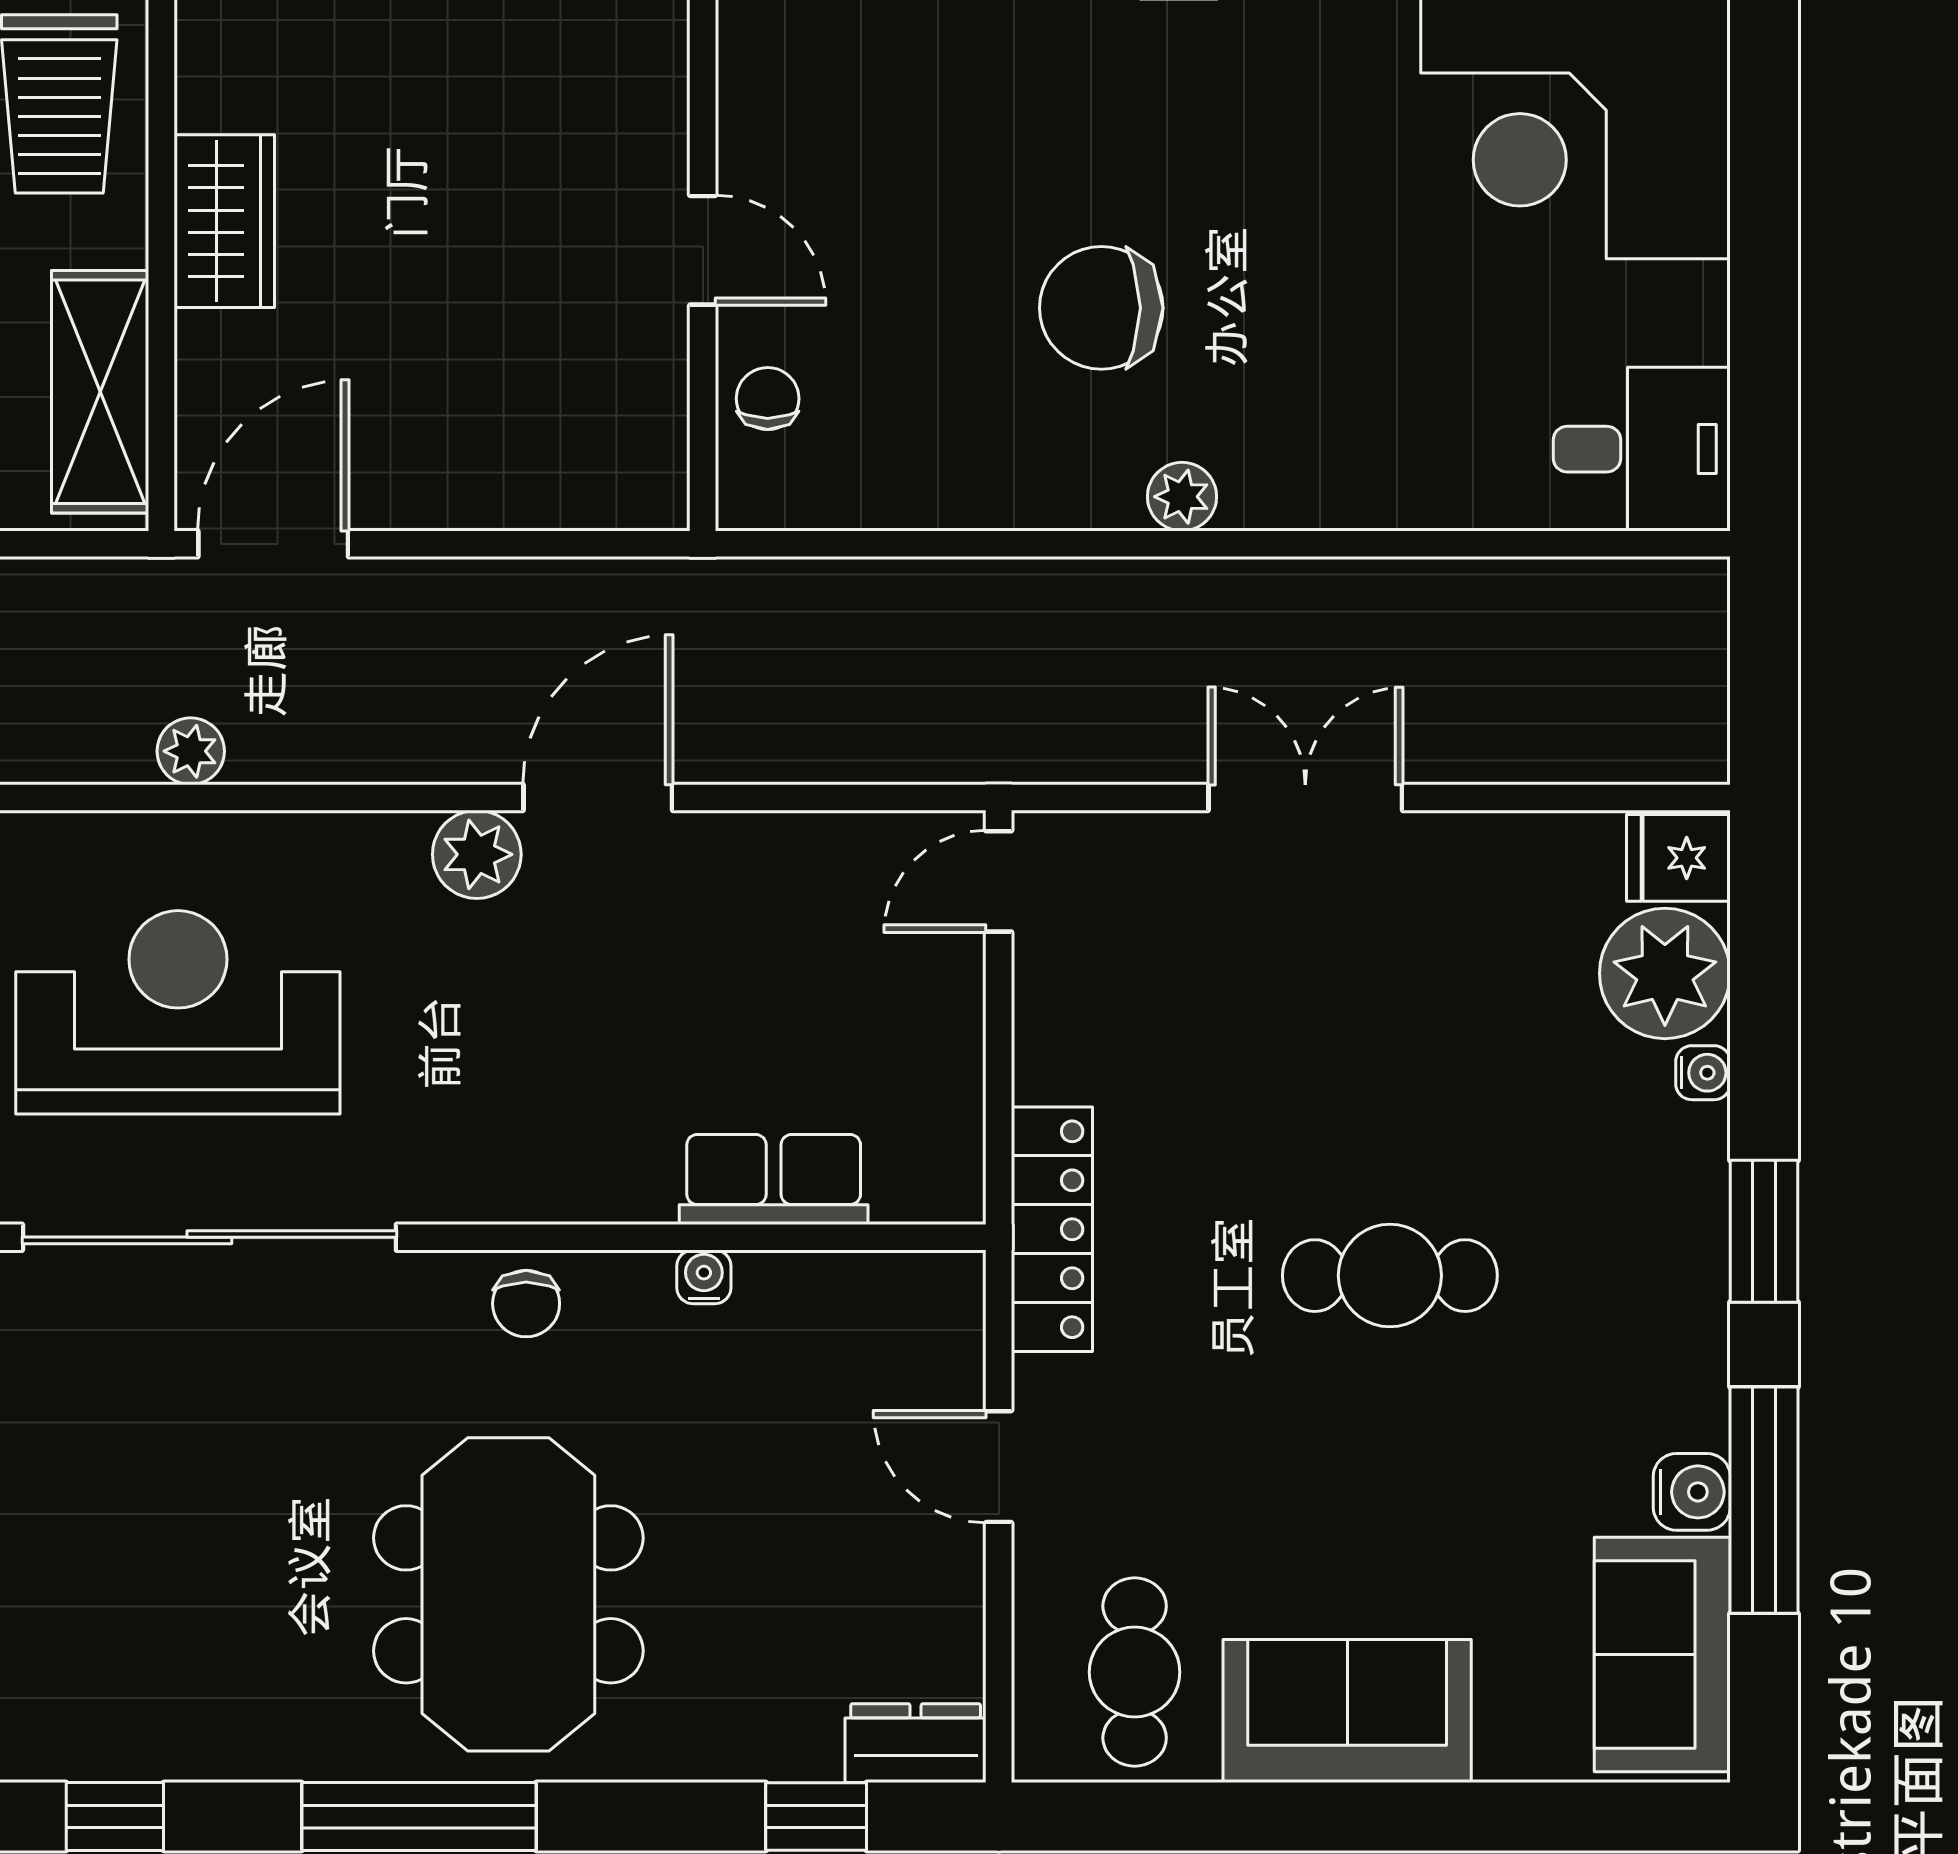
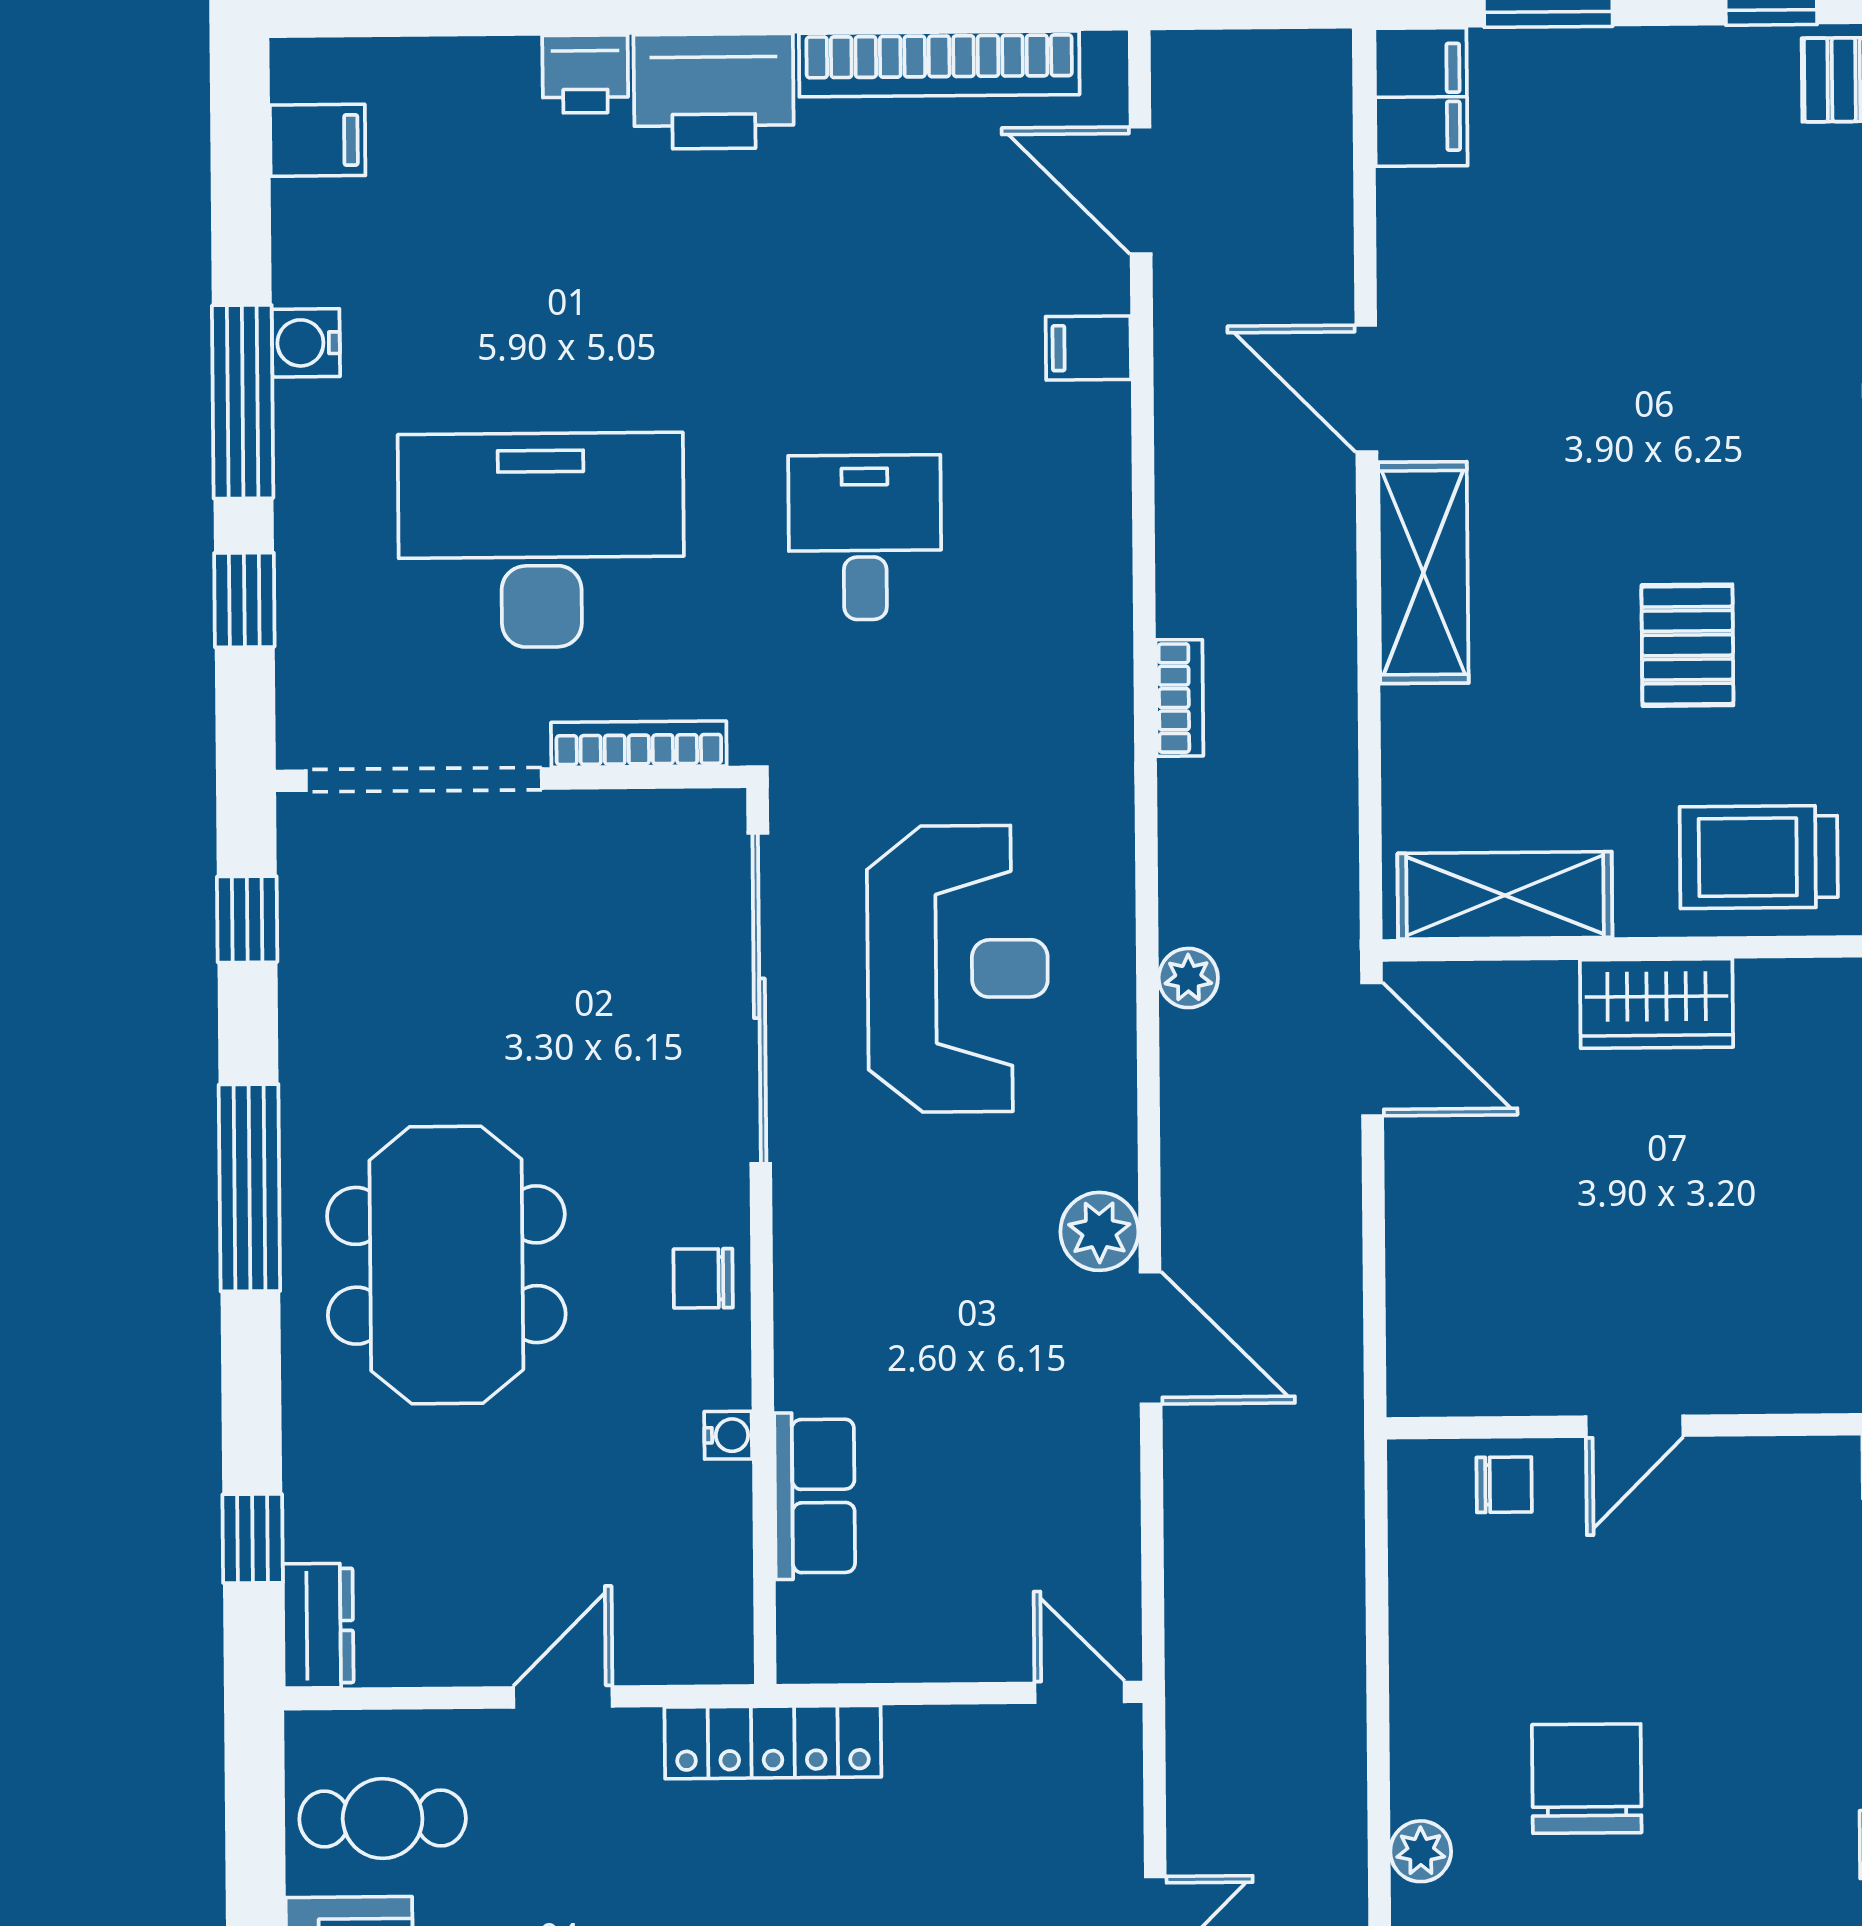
meeting table: (508, 1594) -> (446, 1265), turned 90

